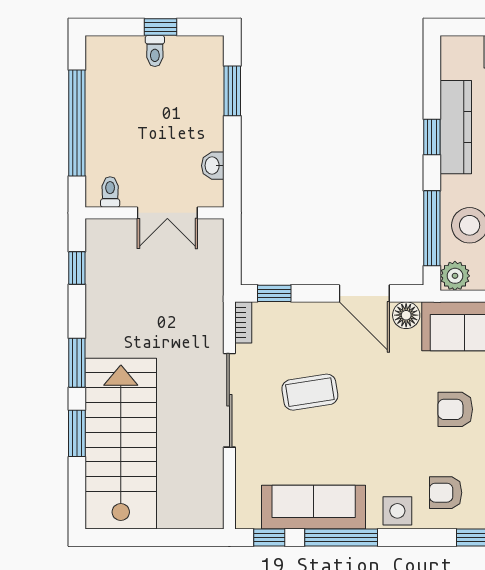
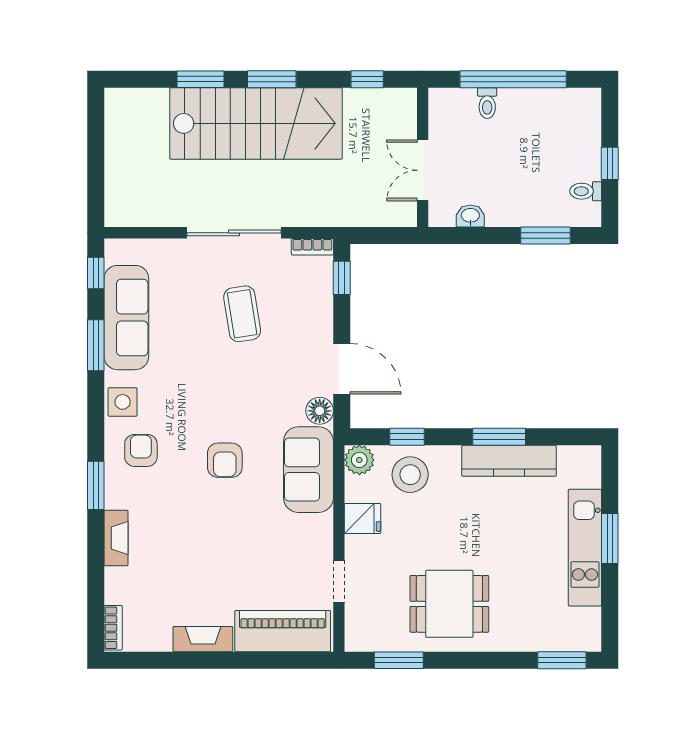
toilet: (155, 51) -> (586, 191), moved
window: (432, 137) -> (499, 437), width x1.50
toilet: (110, 192) -> (487, 103), moved, turned 90
window: (432, 228) -> (407, 437), width x0.46
door: (364, 293) -> (342, 369), swing flipped
armchair: (455, 409) -> (225, 460), turned 180
stairs: (121, 444) -> (256, 123), moved
window: (341, 537) -> (96, 345), width x0.69

